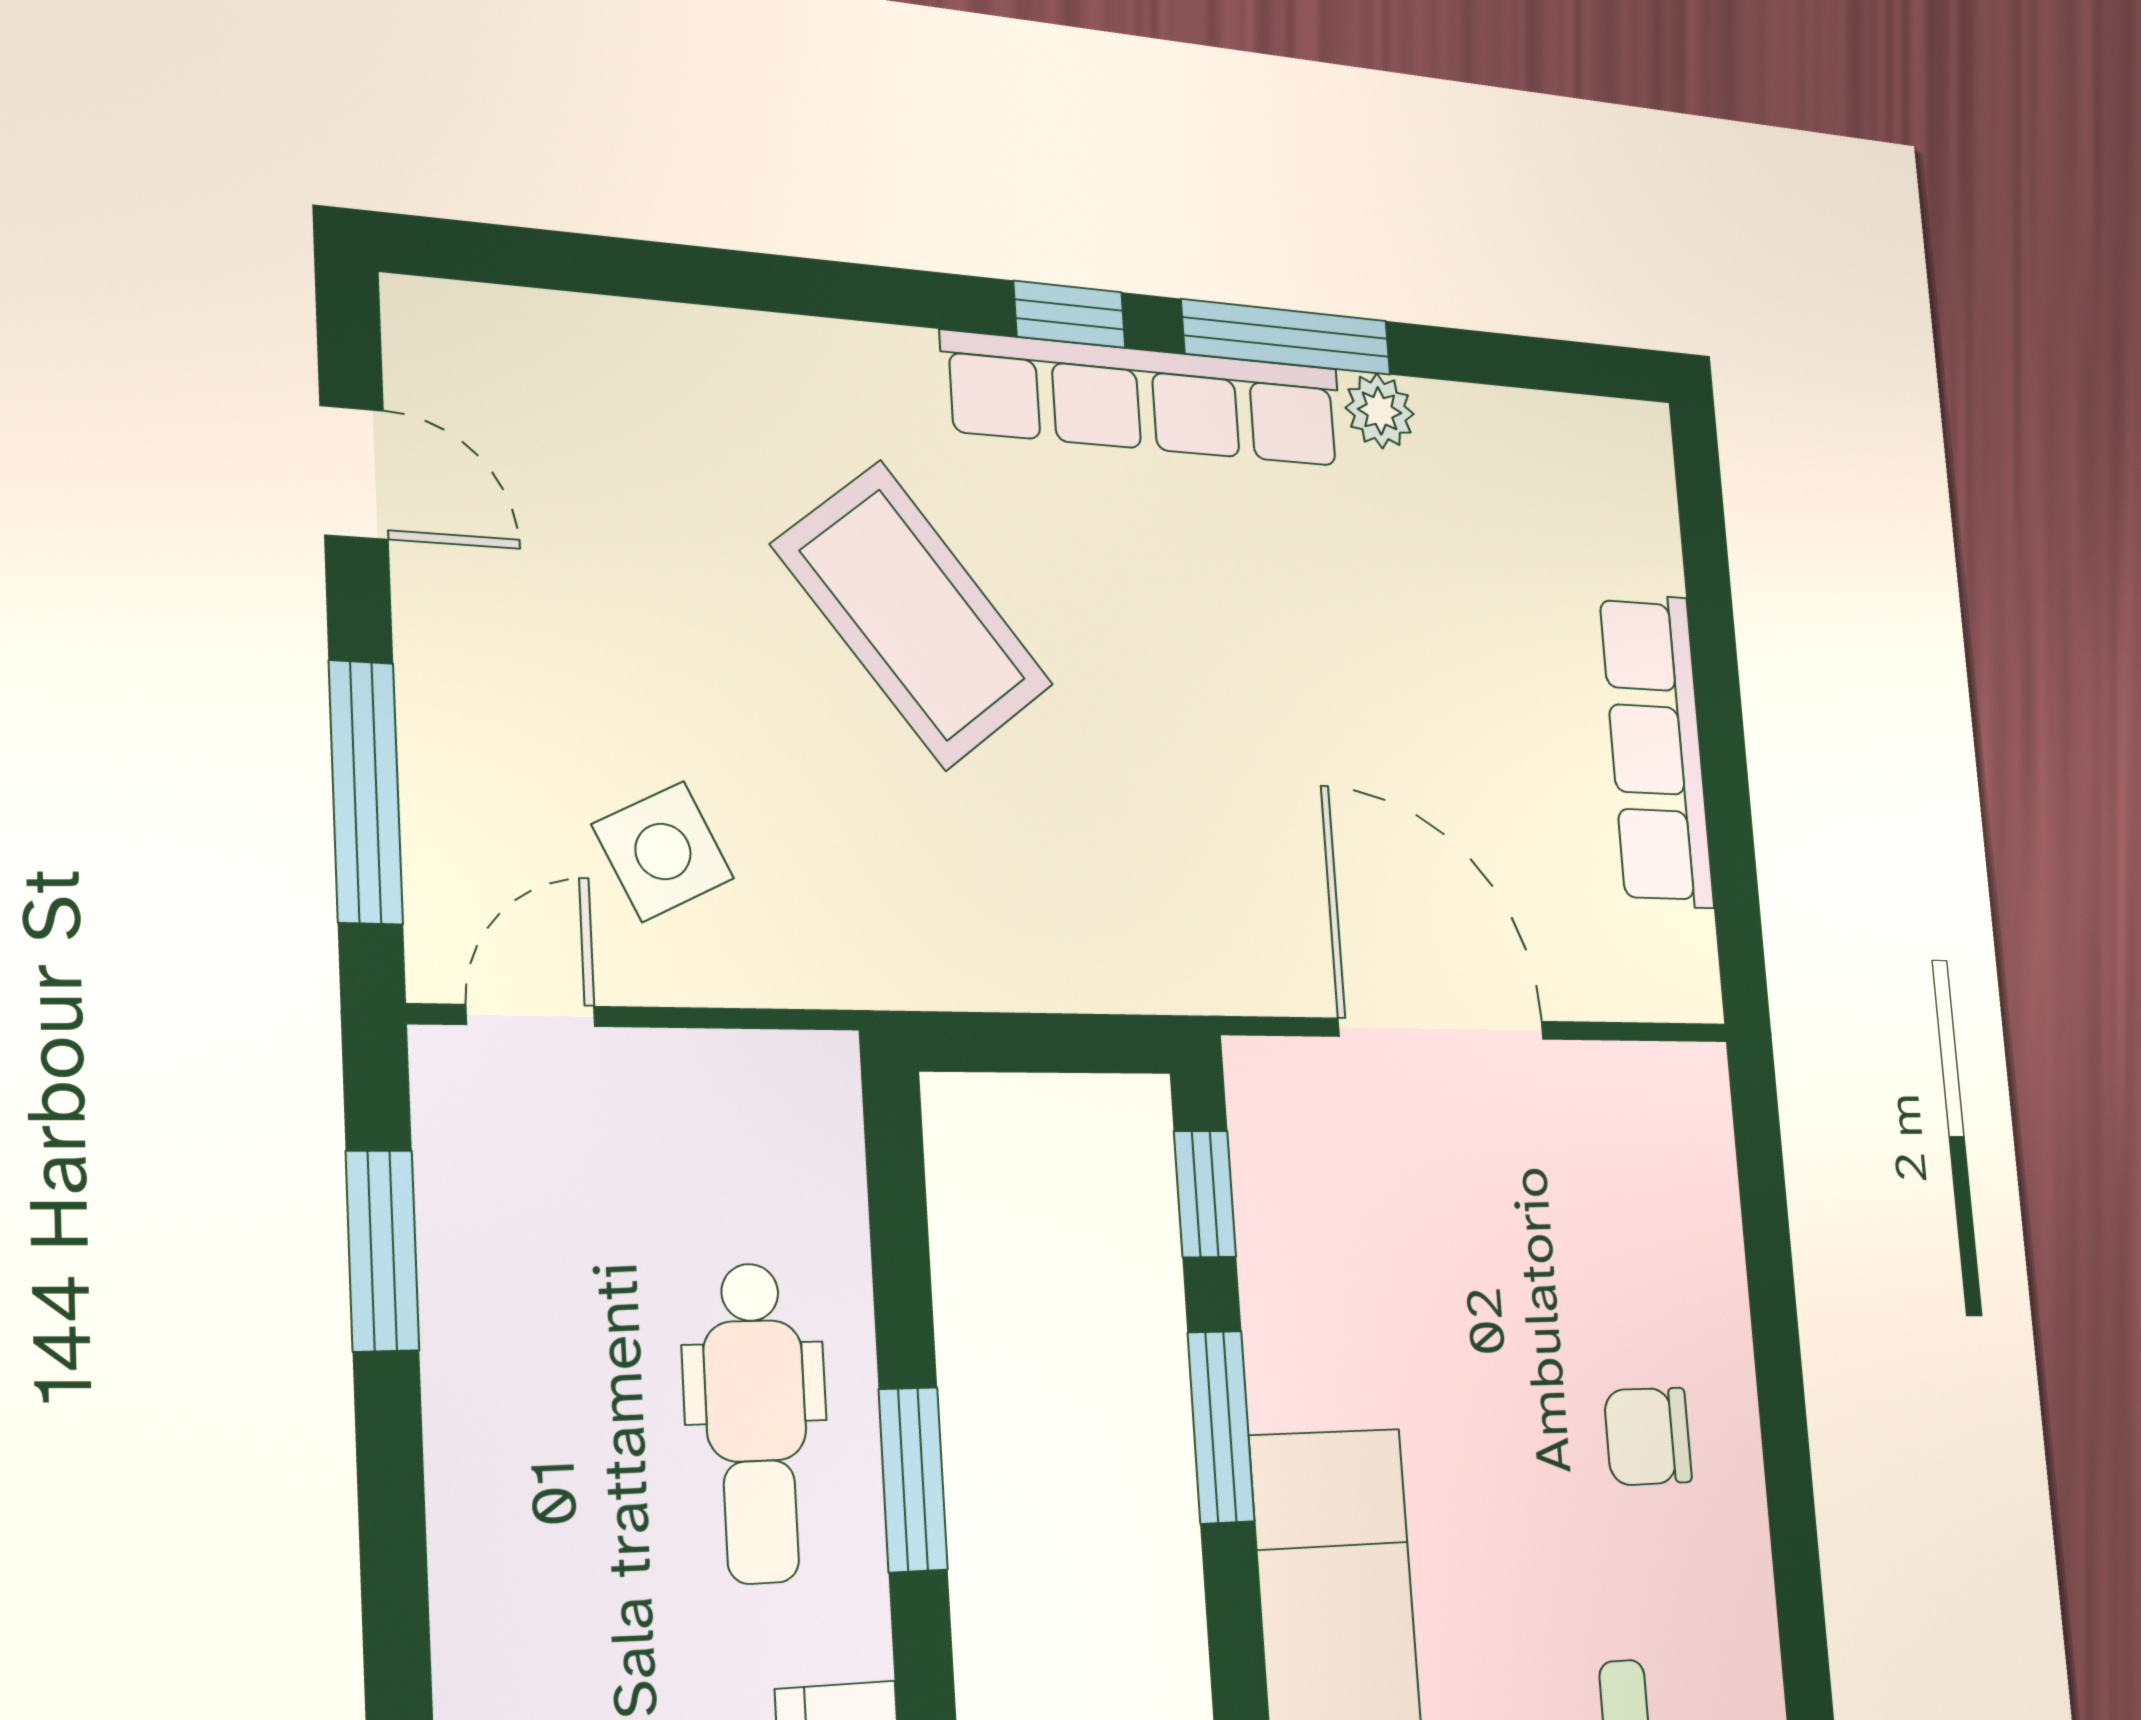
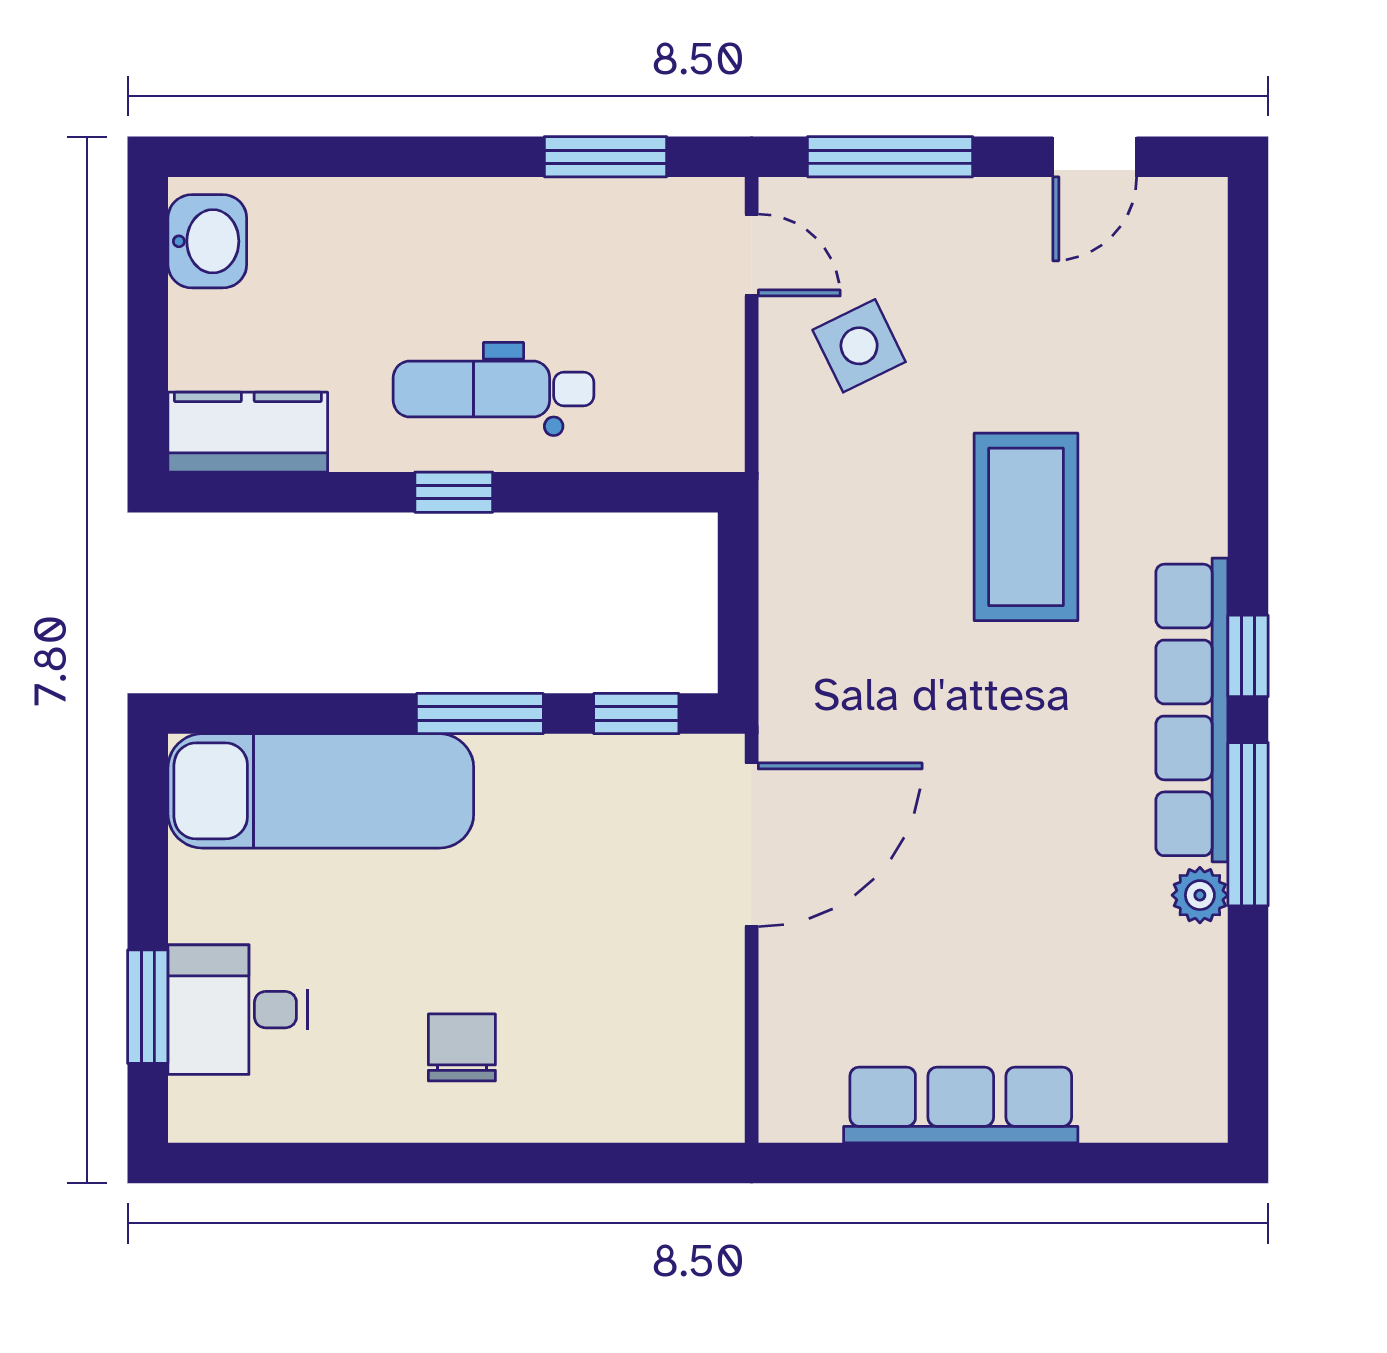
coffee table: (913, 615) -> (1026, 527), turned -52
door: (1442, 1029) -> (752, 845), moved
window: (913, 1479) -> (454, 492), width x0.67

